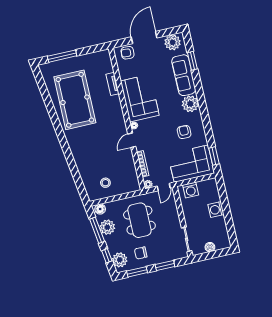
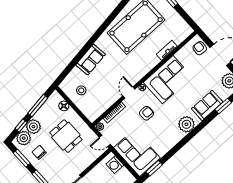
sofa: (184, 75) -> (207, 105), width x0.73
armchair: (184, 132) -> (147, 113), moved
door: (132, 140) -> (129, 93), hinge flipped
sofa: (82, 158) -> (91, 60), added
floor lamp: (100, 209) -> (64, 106), moved
dining table: (139, 220) -> (66, 136), width x0.73
plant: (107, 227) -> (33, 127), moved

